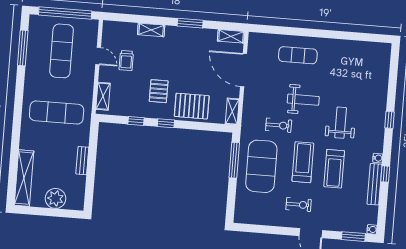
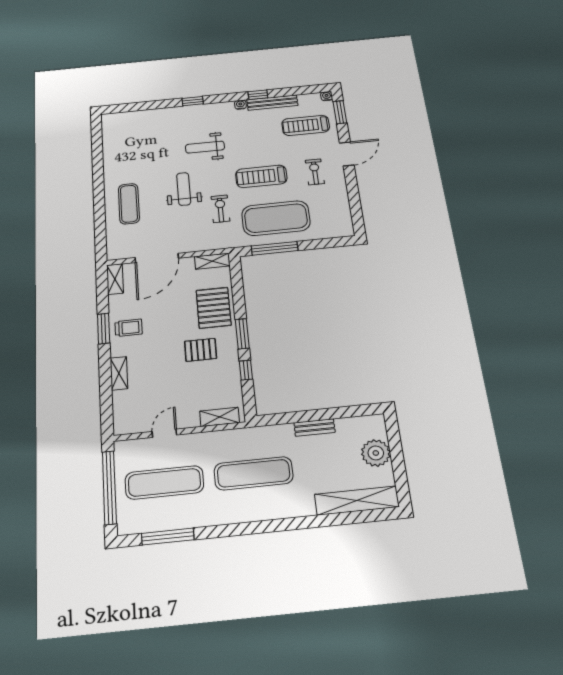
trolley: (126, 61) -> (129, 328), moved
exercise mat: (57, 113) -> (253, 473), turned 90
window: (166, 123) -> (242, 334), width x1.50
treadmill: (334, 169) -> (306, 125), moved, turned 180

